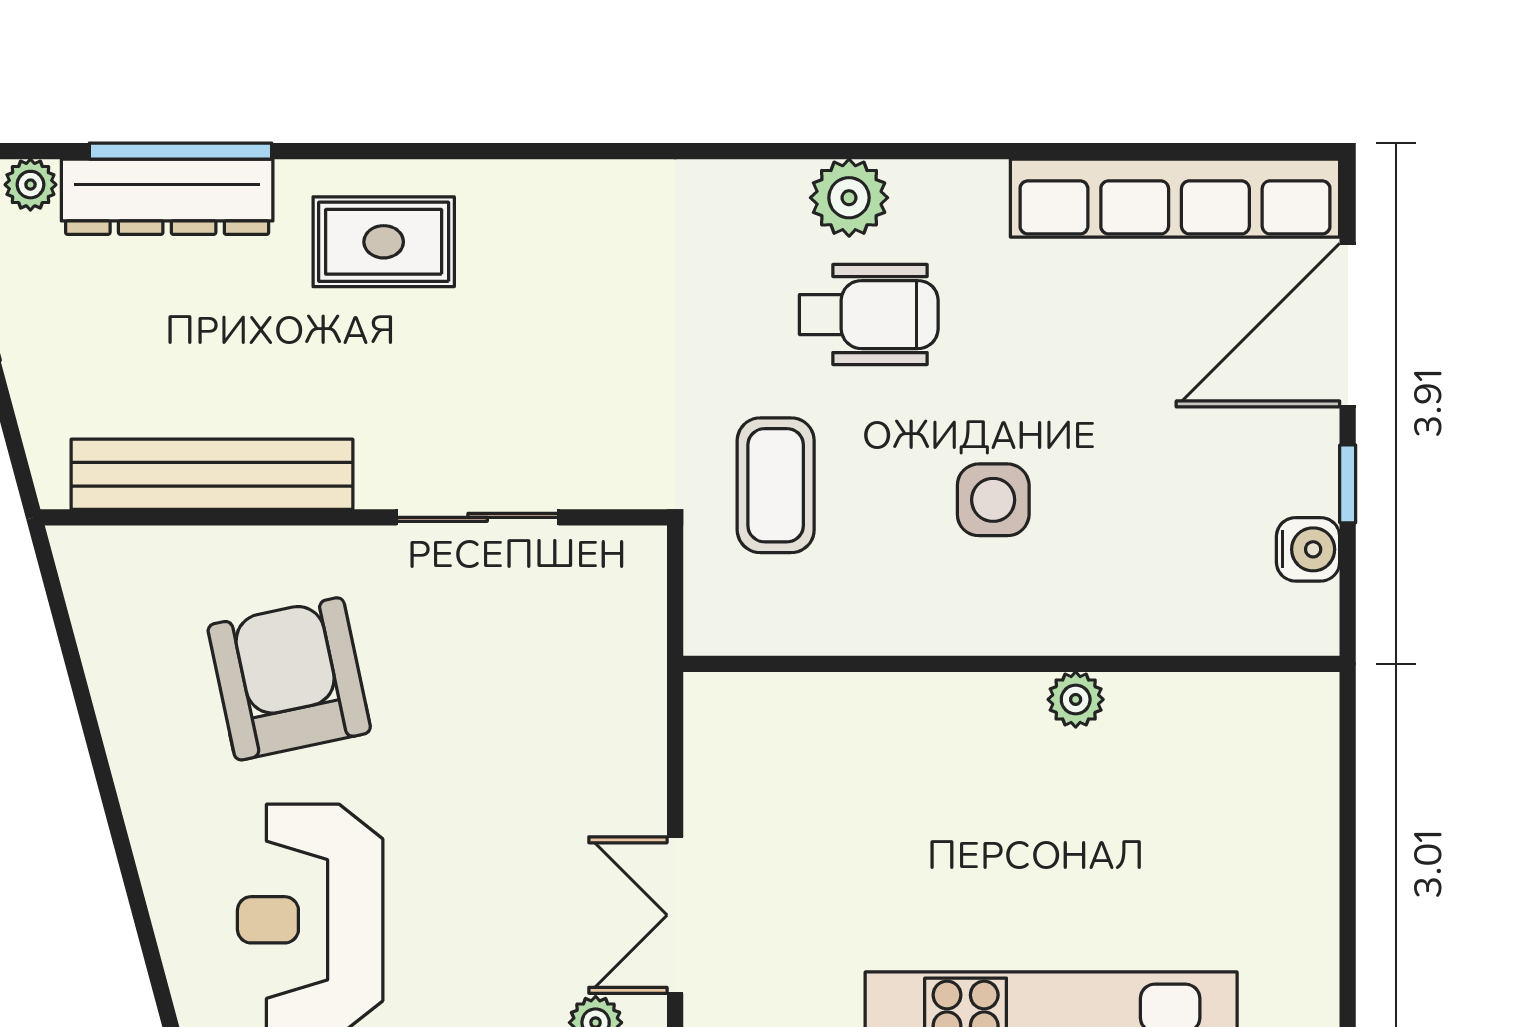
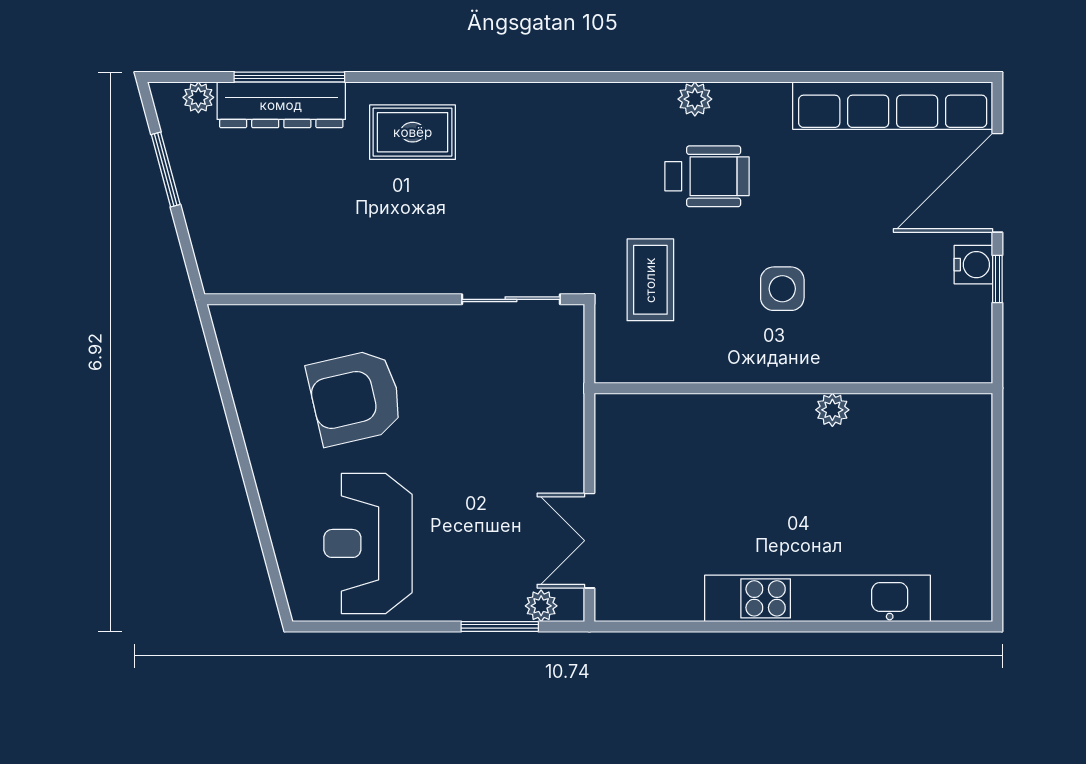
plant: (849, 198) -> (695, 99), width x0.73, depth x0.73
bench: (212, 474) -> (308, 273), removed
sliding door: (478, 517) -> (511, 299), moved
water cooler: (1308, 549) -> (973, 265), moved
armchair: (289, 679) -> (355, 397), turned -91

